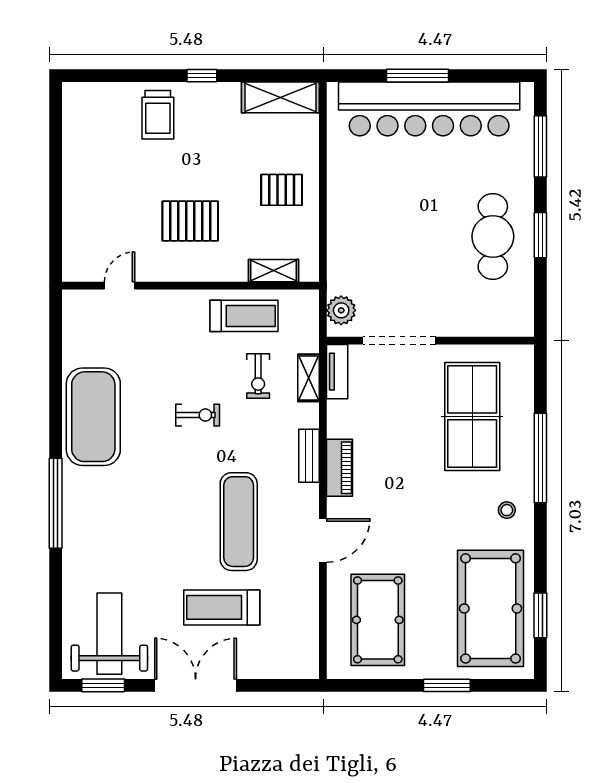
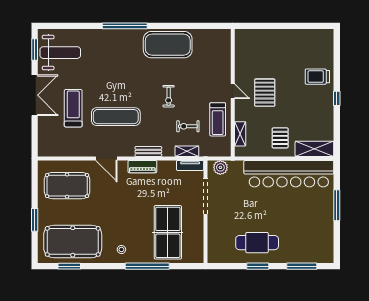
shelving: (280, 97) -> (314, 149), moved, turned 90
bar counter: (429, 109) -> (289, 174), moved, turned -90
door: (120, 286) -> (233, 91), moved
table tennis table: (472, 416) -> (168, 232), turned 90

